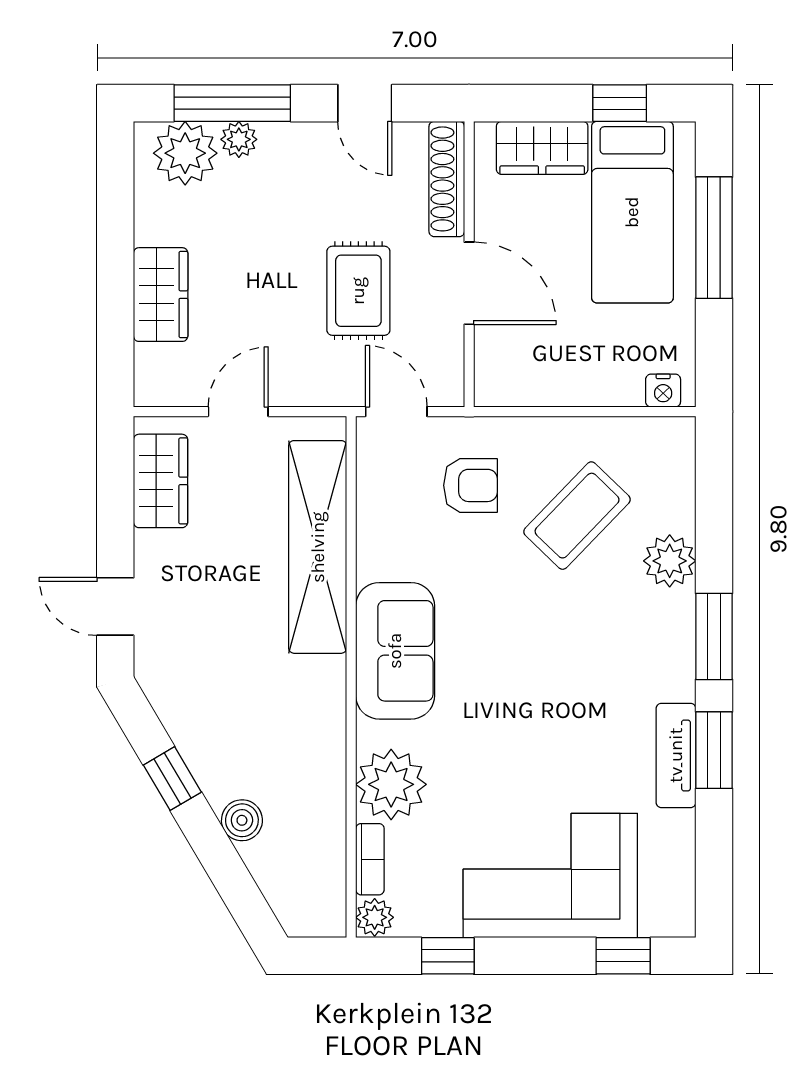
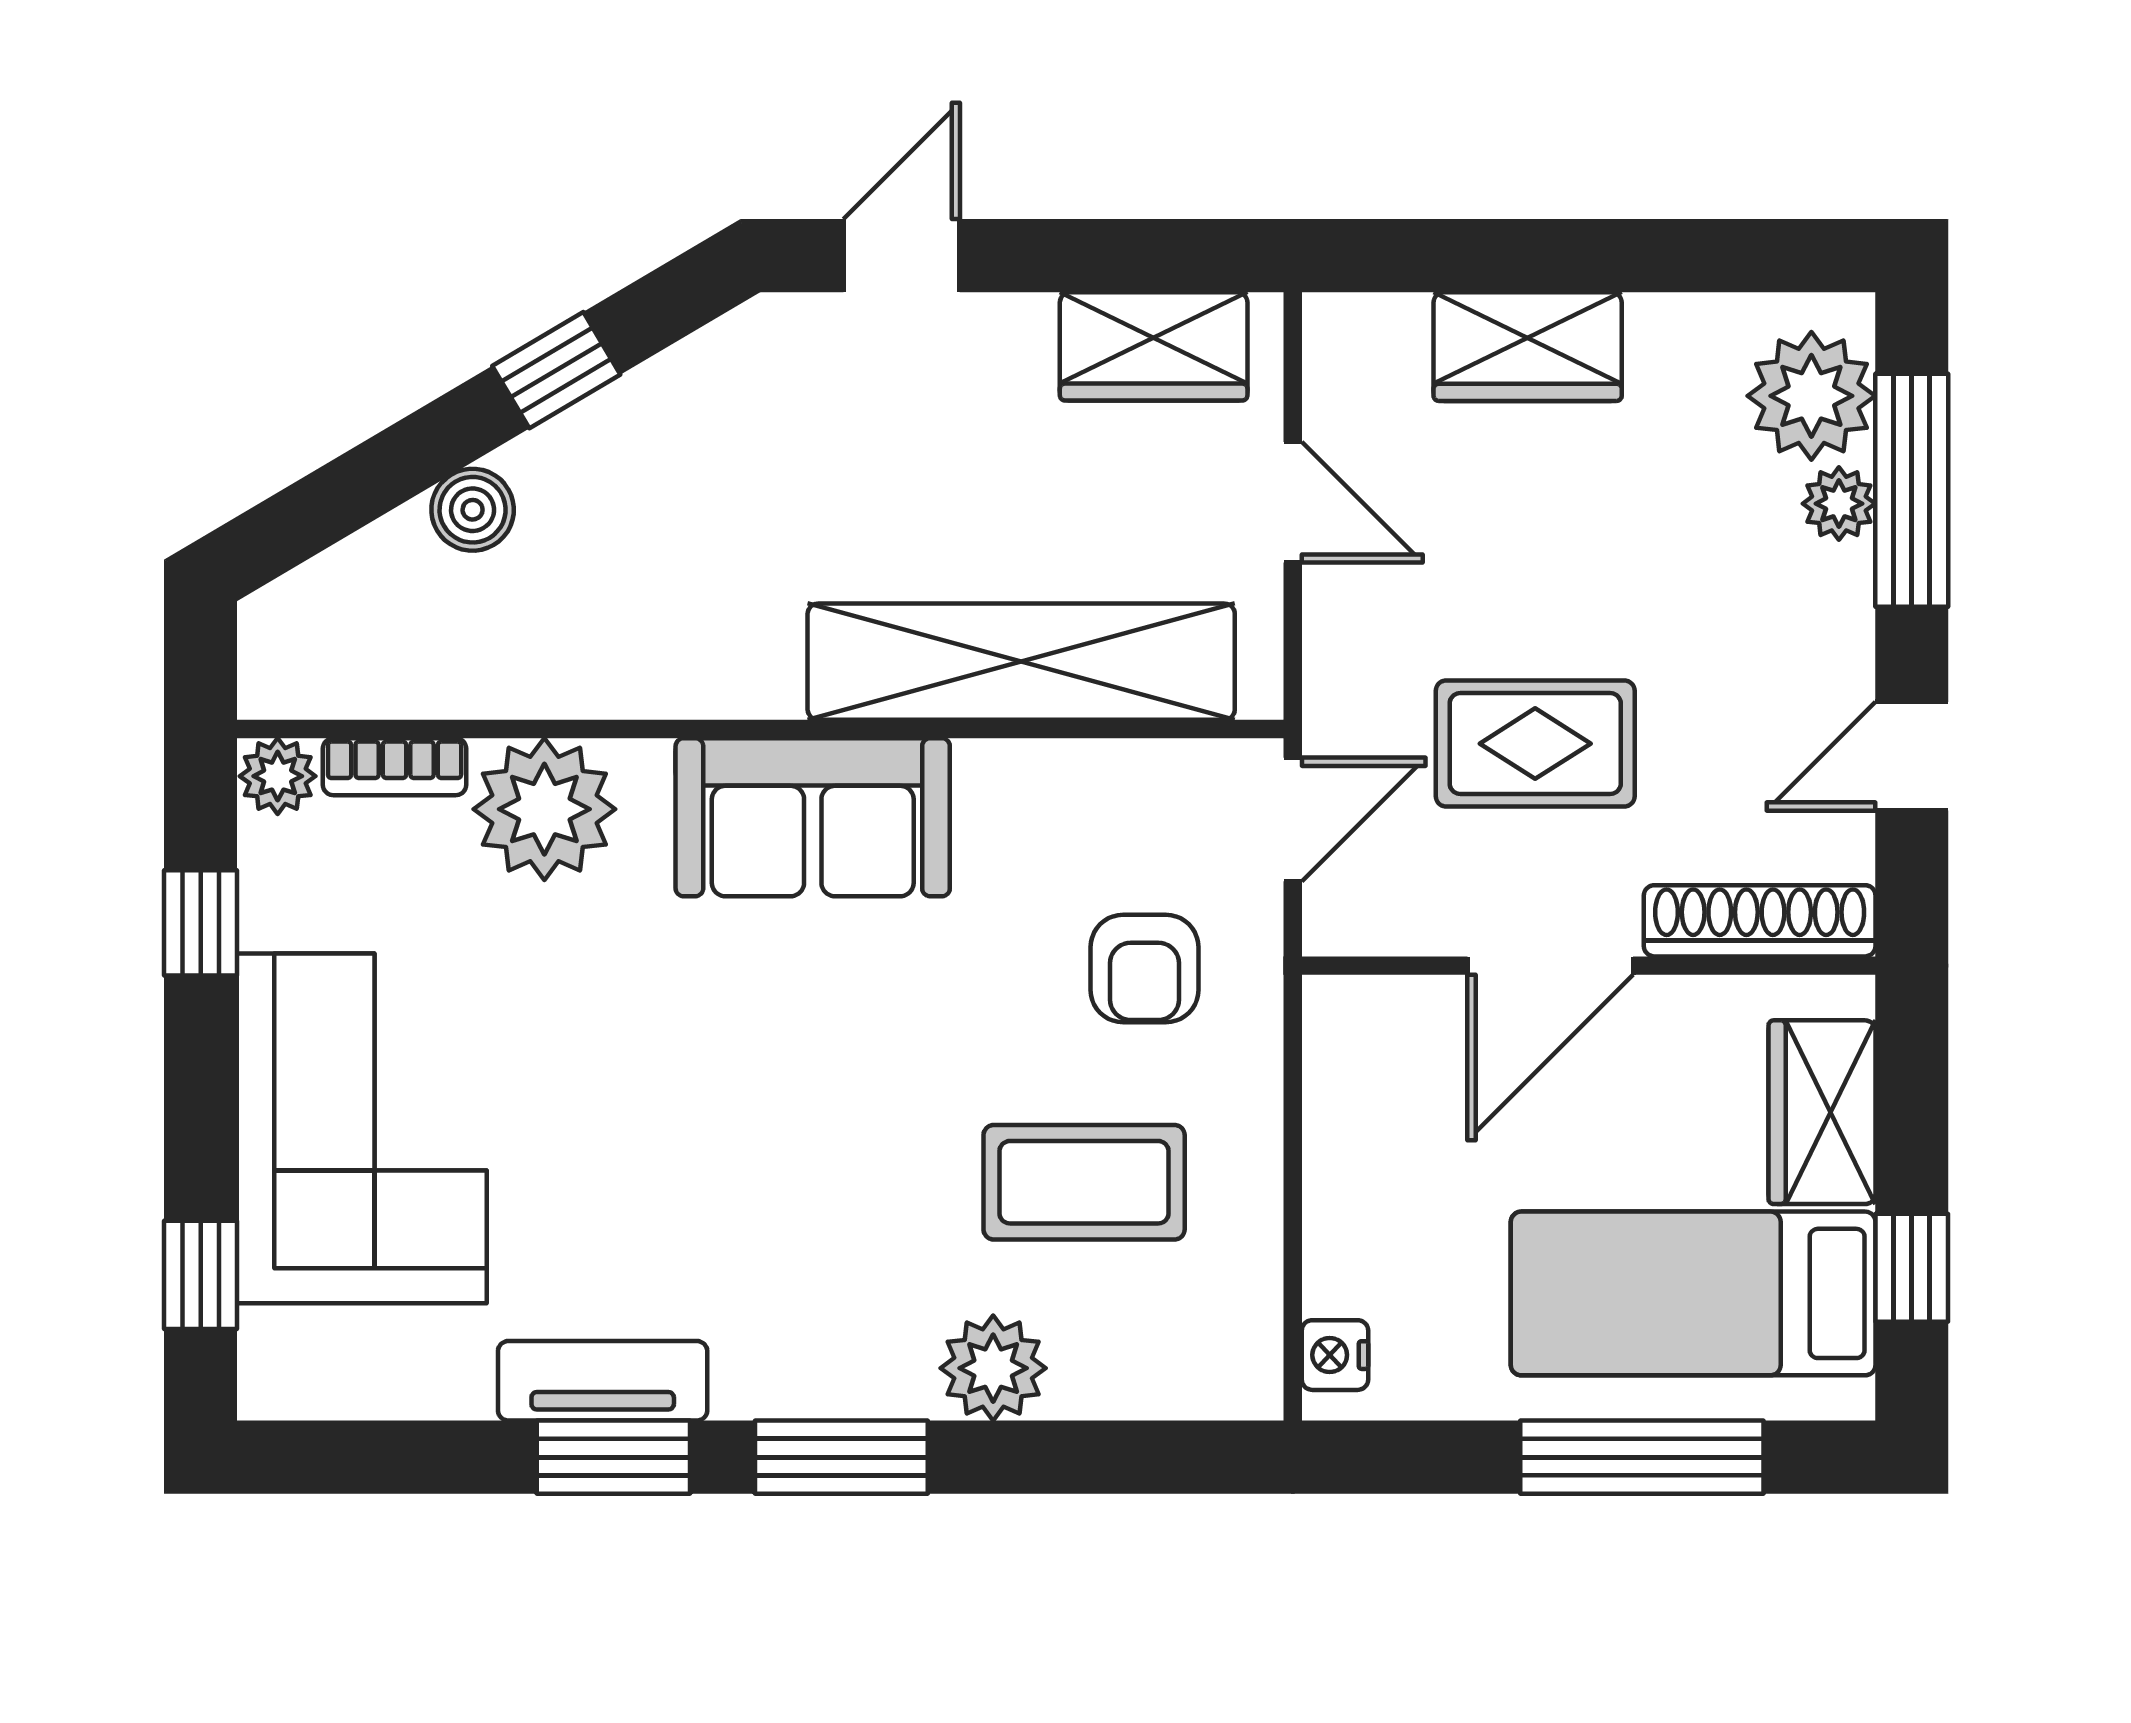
coffee table: (577, 516) -> (1084, 1182), turned -44

